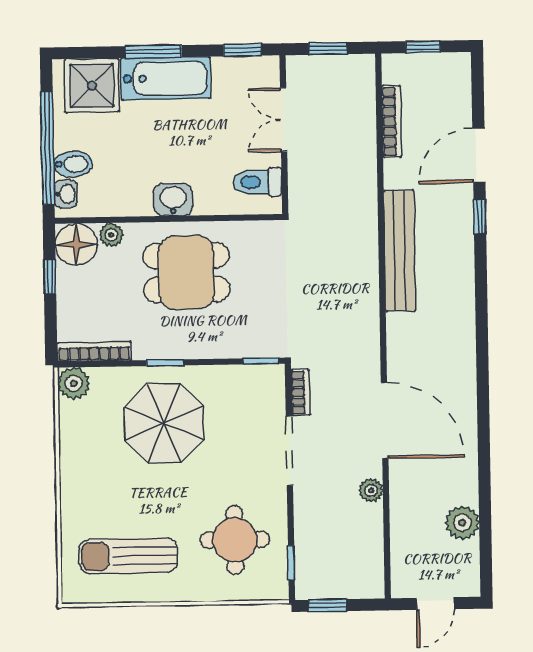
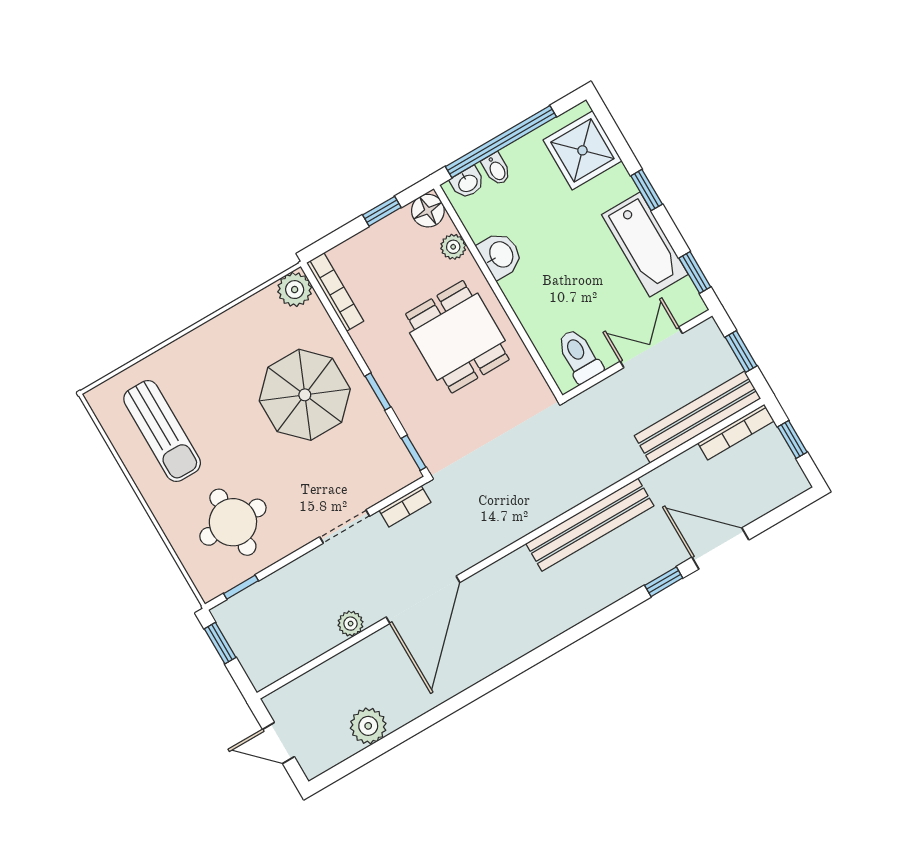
window: (153, 52) -> (647, 190), width x0.67
bathtub: (166, 78) -> (645, 244), moved
bench: (361, 114) -> (698, 417), added
bookcase: (392, 121) -> (736, 432), moved
bidet: (73, 164) -> (496, 169), width x0.72, depth x0.74
washbasin: (173, 200) -> (500, 255), moved
floor lamp: (76, 245) -> (428, 211), width x0.73, depth x0.73
window: (165, 363) -> (378, 392), moved
doorway: (289, 451) -> (345, 527), width x0.73
sun lounger: (128, 556) -> (162, 431), turned 180

